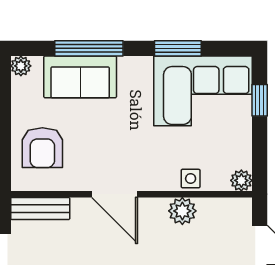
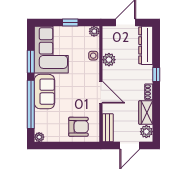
window: (89, 48) -> (31, 104), width x1.46
sofa: (80, 77) -> (44, 92), moved
window: (260, 100) -> (70, 22), moved
door: (115, 194) -> (101, 92), hinge flipped

